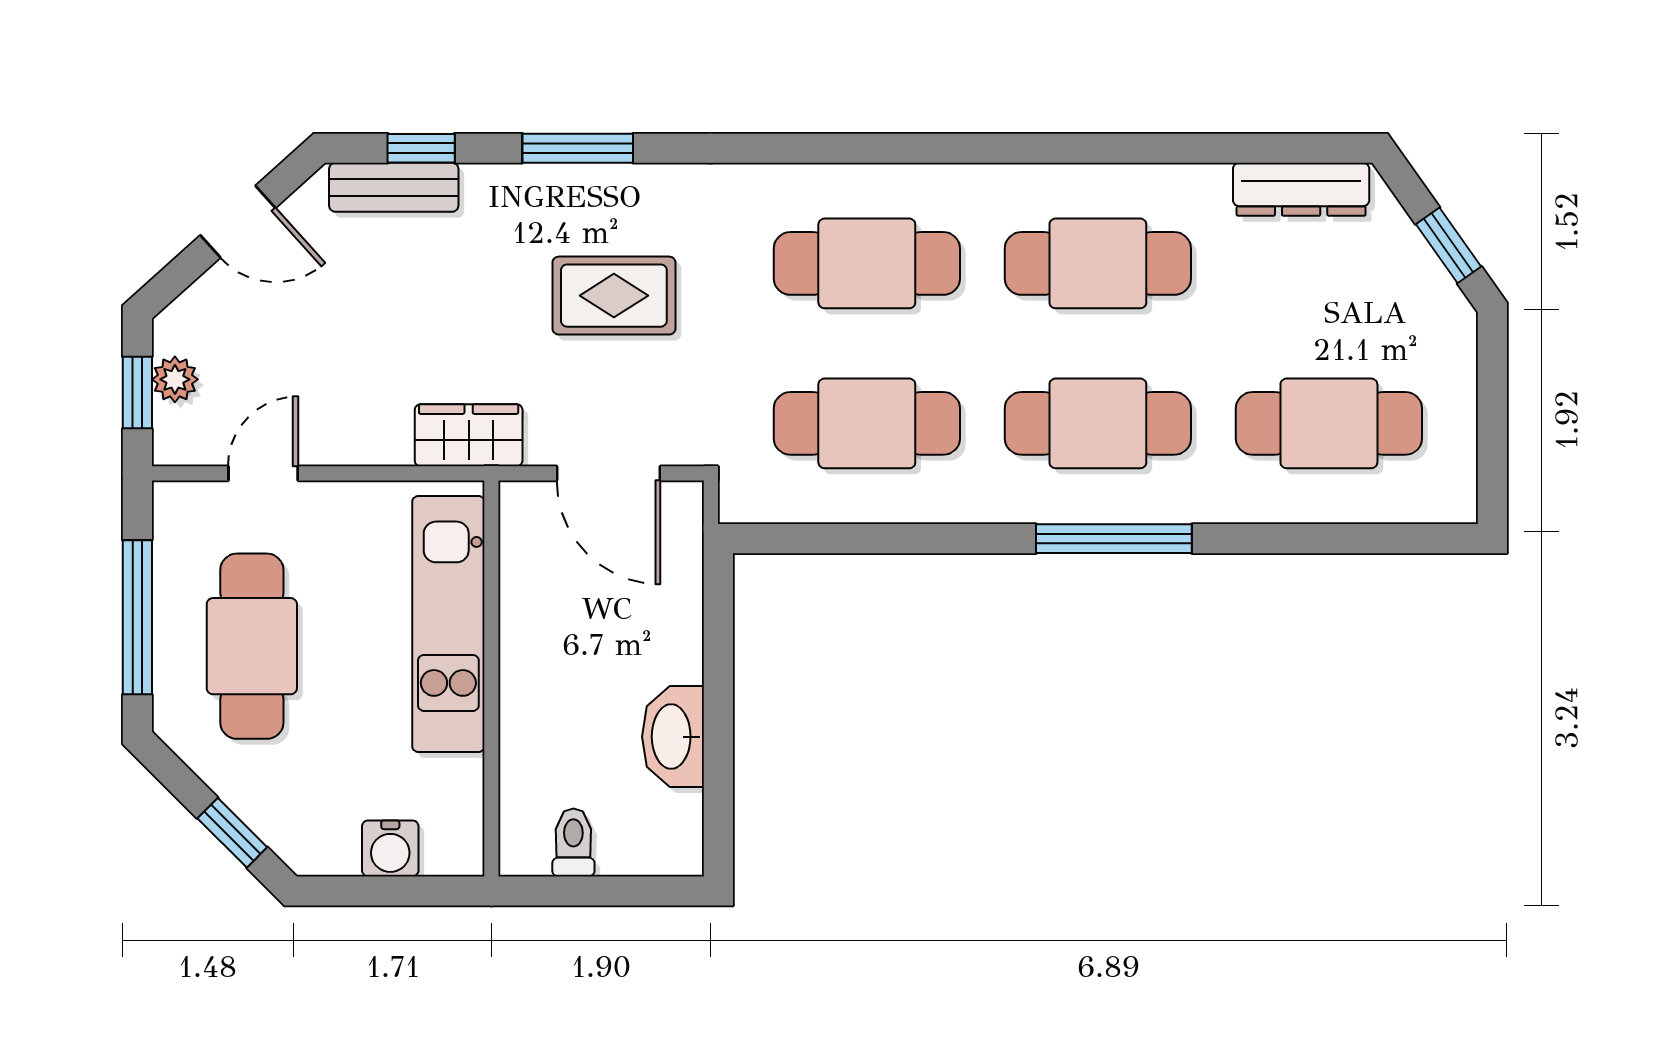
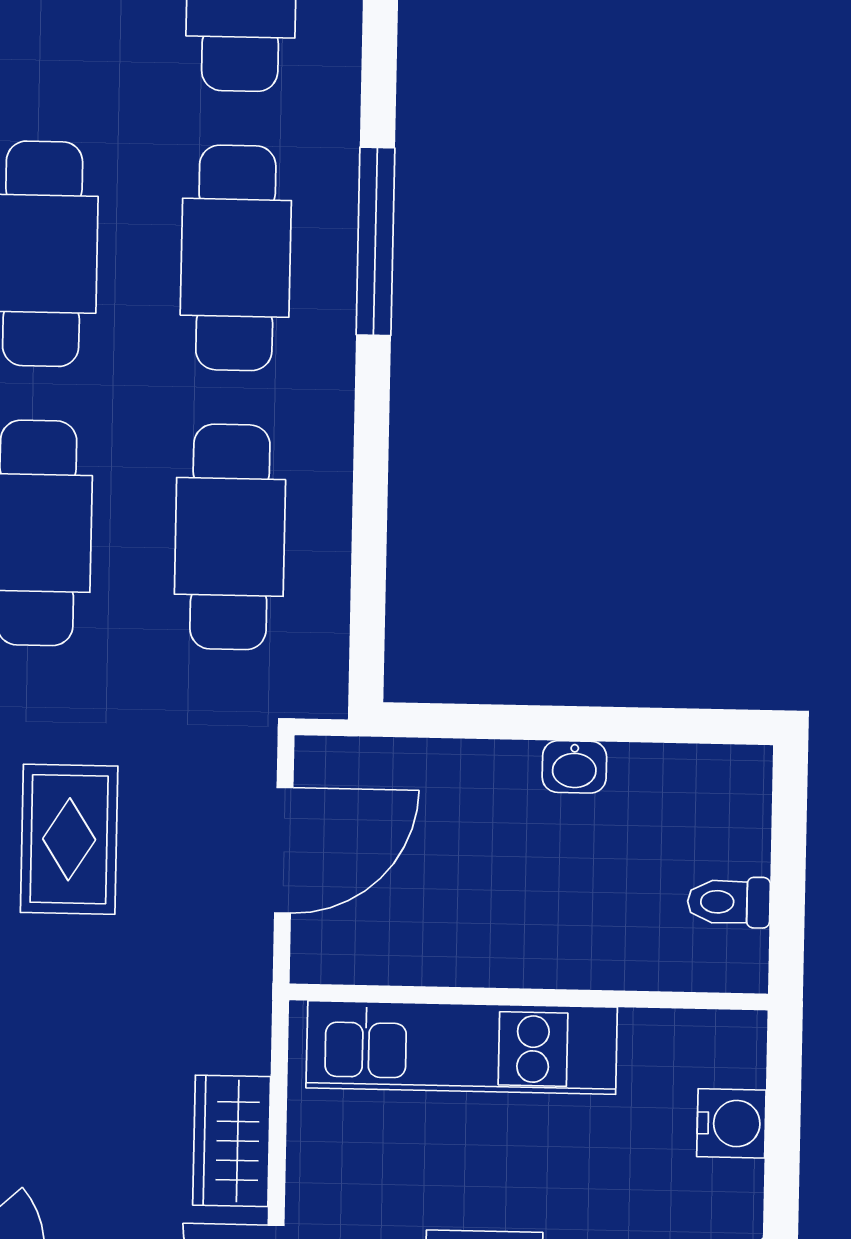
wardrobe: (469, 435) -> (232, 1141), moved
washbasin: (673, 737) -> (574, 767), width x0.52, depth x0.69

